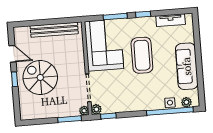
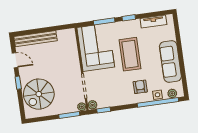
bench: (54, 30) -> (36, 39), moved
spiral stairs: (40, 77) -> (39, 94), moved, turned -90
armchair: (151, 92) -> (140, 87), added

